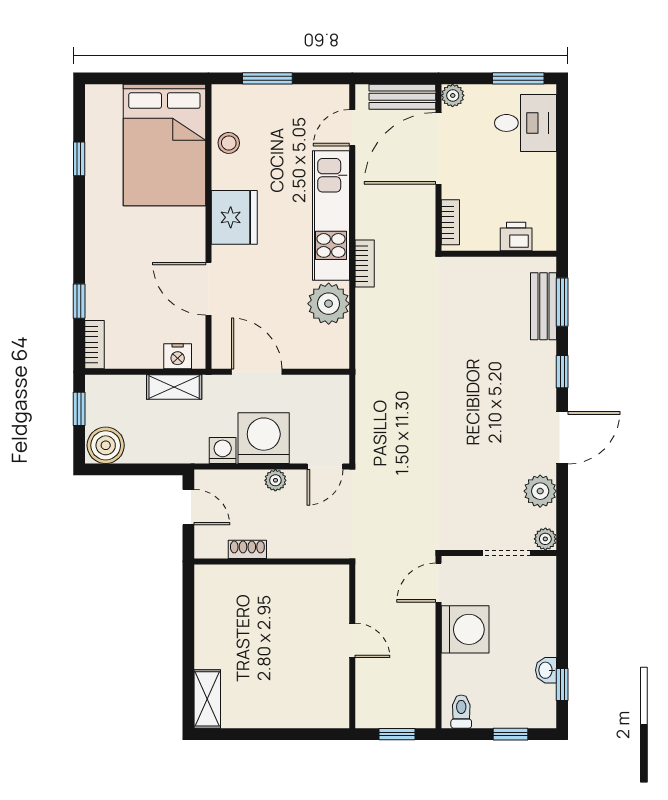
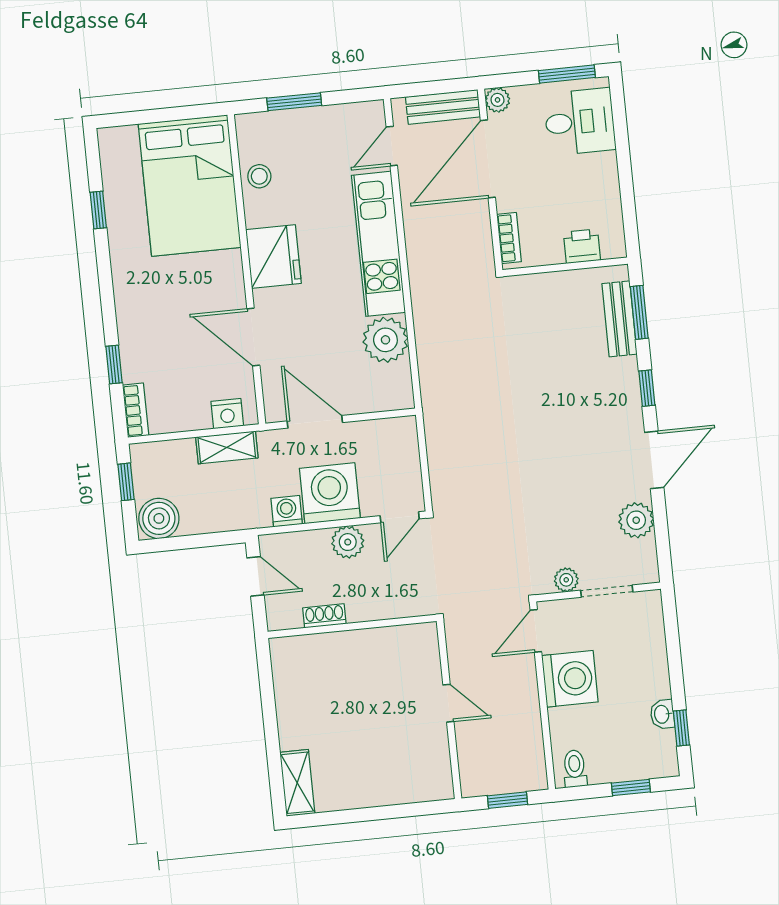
bookcase: (365, 263) -> (420, 292), removed
plant: (275, 480) -> (348, 542), width x1.38, depth x1.38
plant: (545, 539) -> (566, 580), moved

